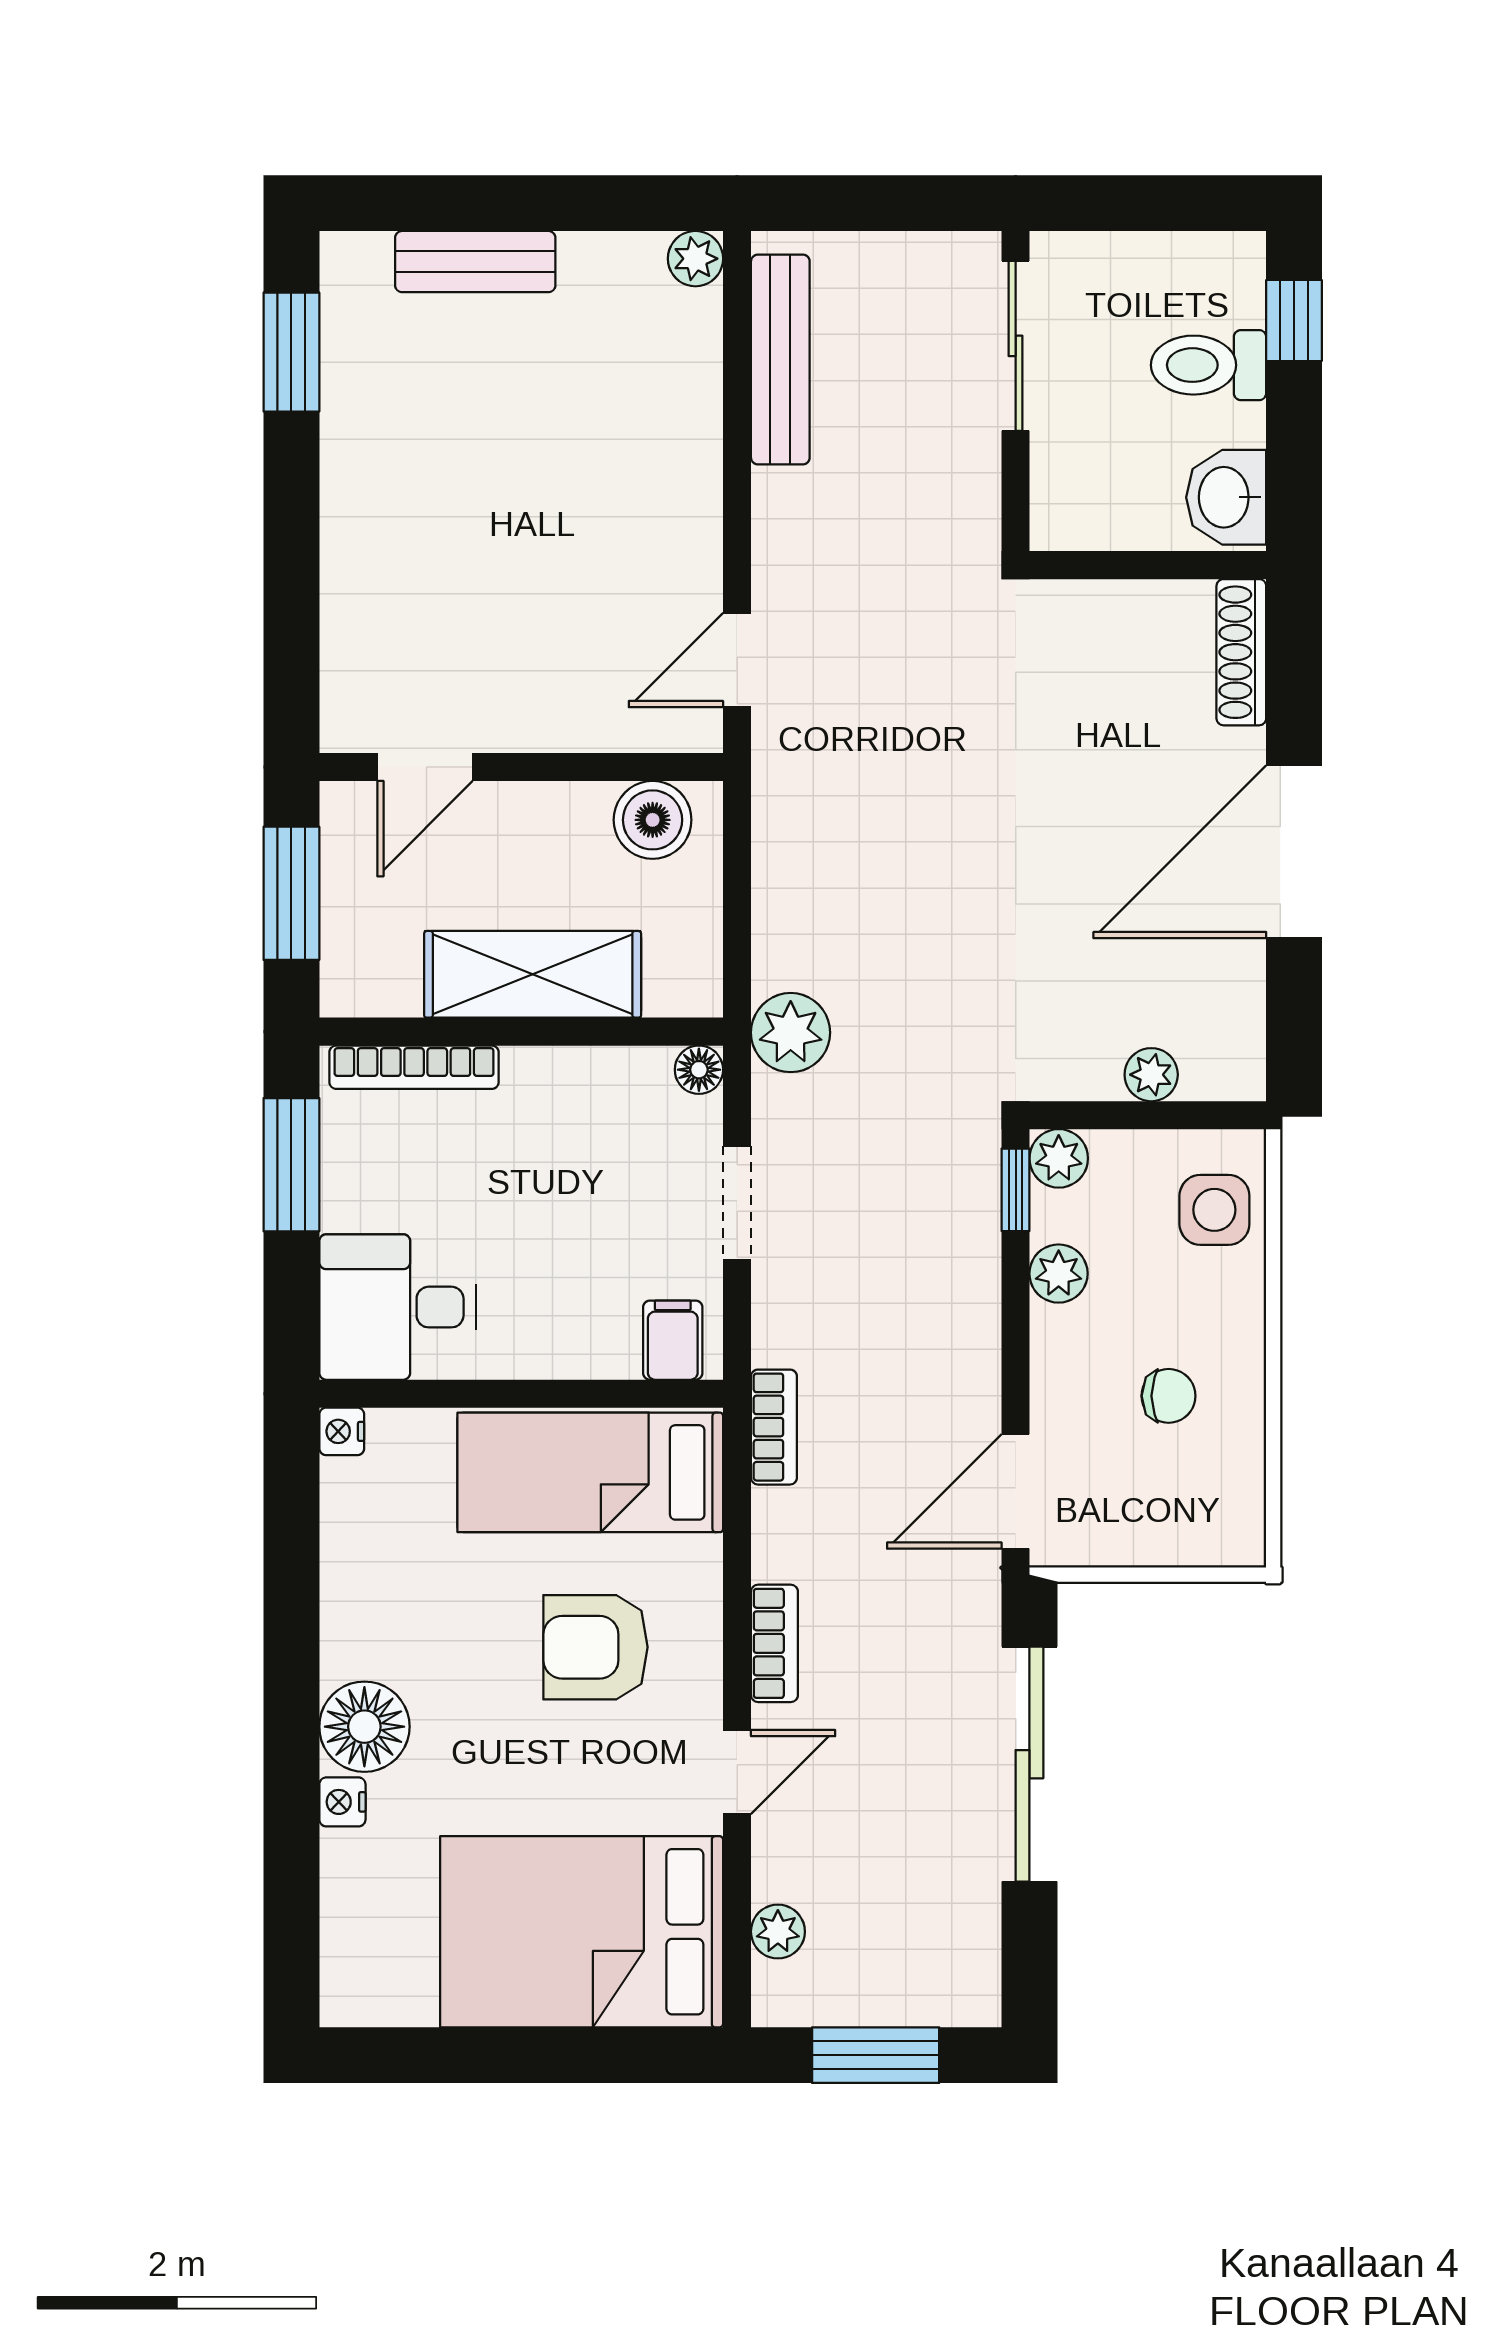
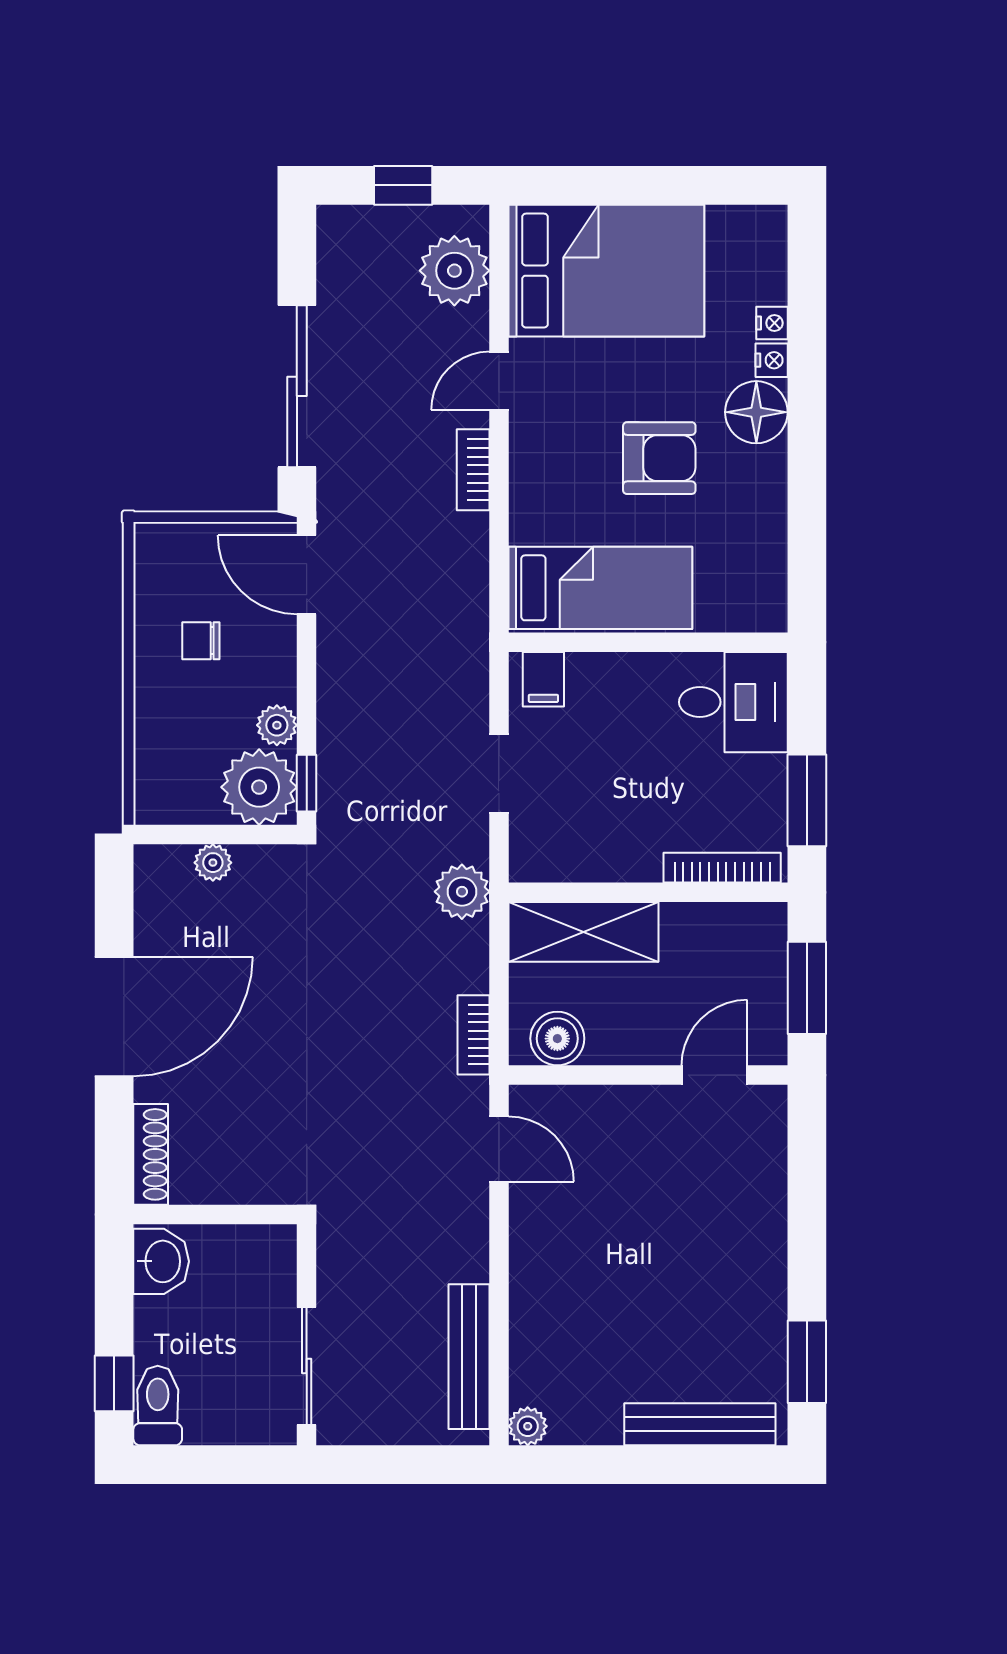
bench: (475, 262) -> (700, 1424), width x1.36
toilet: (1208, 365) -> (158, 1406), moved, turned -90
door: (737, 660) -> (499, 1149), hinge flipped
shelving: (533, 974) -> (583, 932), moved
floor lamp: (699, 1070) -> (525, 866), removed
plant: (1059, 1158) -> (259, 787), width x1.87, depth x1.87
side table: (1214, 1210) -> (169, 769), removed
bookcase: (774, 1427) -> (473, 1035), moved
nightstand: (342, 1431) -> (772, 323), moved
door: (1016, 1491) -> (307, 575), swing flipped
armchair: (596, 1647) -> (659, 458), moved
plant: (778, 1932) -> (454, 271), width x1.87, depth x1.87
window: (876, 2055) -> (403, 185), width x0.67

